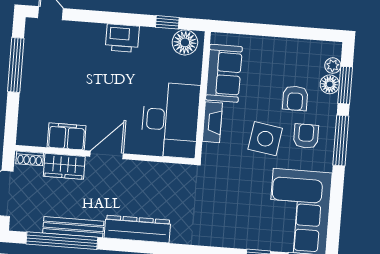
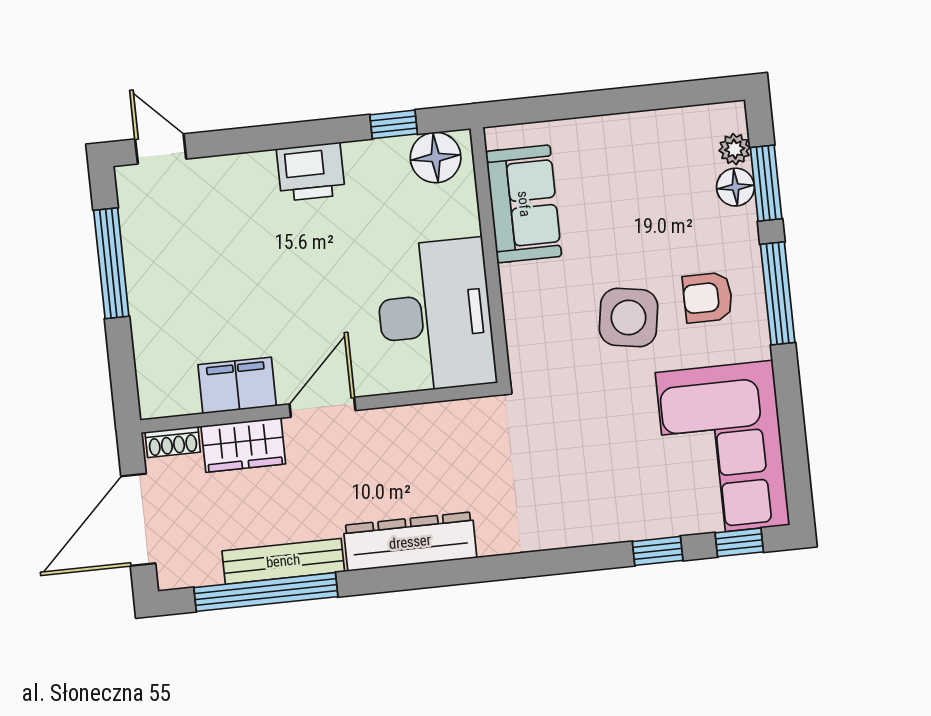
armchair: (295, 98) -> (673, 227), removed
fireplace: (212, 122) -> (519, 304), removed
armchair: (306, 136) -> (708, 297), turned -90

